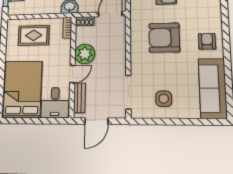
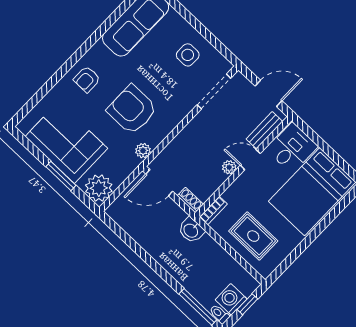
plant: (136, 22) -> (143, 151), added
armchair: (164, 38) -> (132, 110), turned 180
armchair: (207, 41) -> (87, 79), moved
plant: (85, 54) -> (229, 167), width x0.53, depth x0.53

